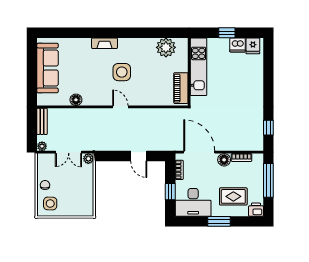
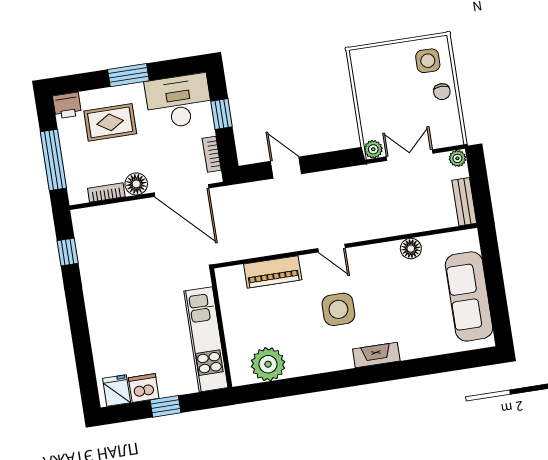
piano: (181, 88) -> (273, 272), moved, turned 90

